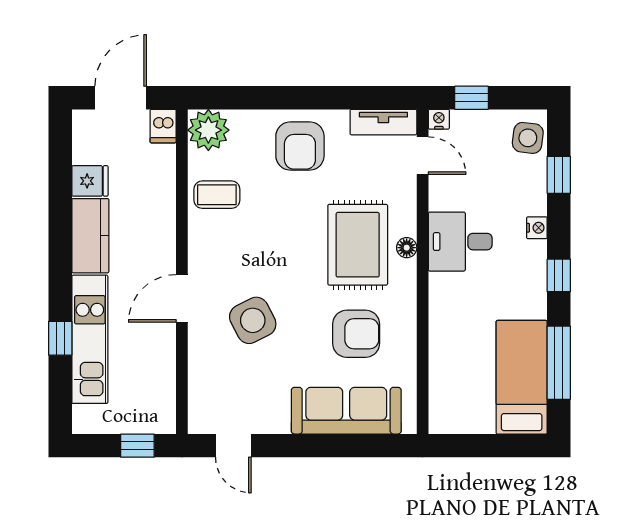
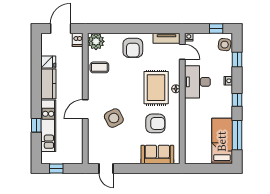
window: (471, 98) -> (216, 28), moved
desk: (460, 242) -> (197, 82), width x1.37
sofa: (346, 411) -> (157, 154), width x0.73
window: (137, 446) -> (56, 168), moved

